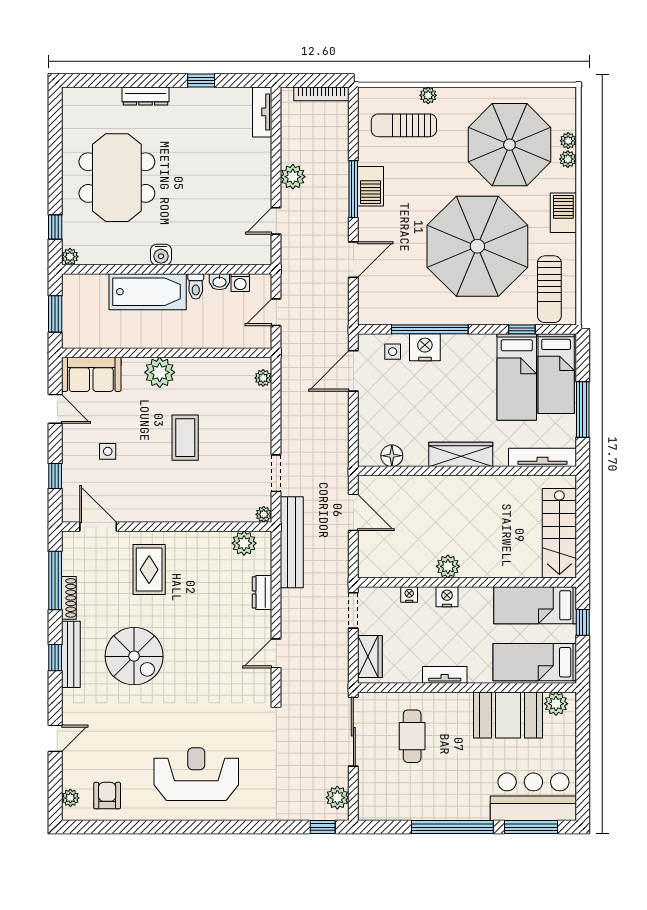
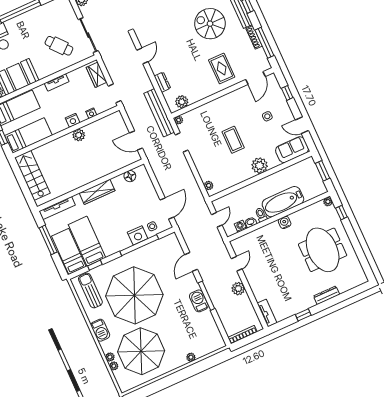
sun lounger: (404, 125) -> (196, 337), removed
door: (98, 527) -> (256, 78), hinge flipped
cafe table: (412, 736) -> (59, 46), turned -40

